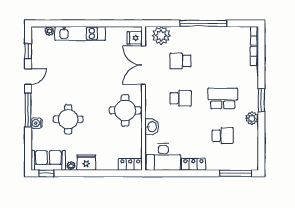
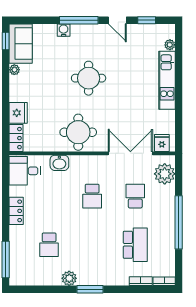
school desk: (223, 98) -> (135, 245), moved
round table: (68, 119) -> (89, 78), moved
desk: (163, 157) -> (25, 171), width x0.73
fridge: (86, 162) -> (18, 113), moved

